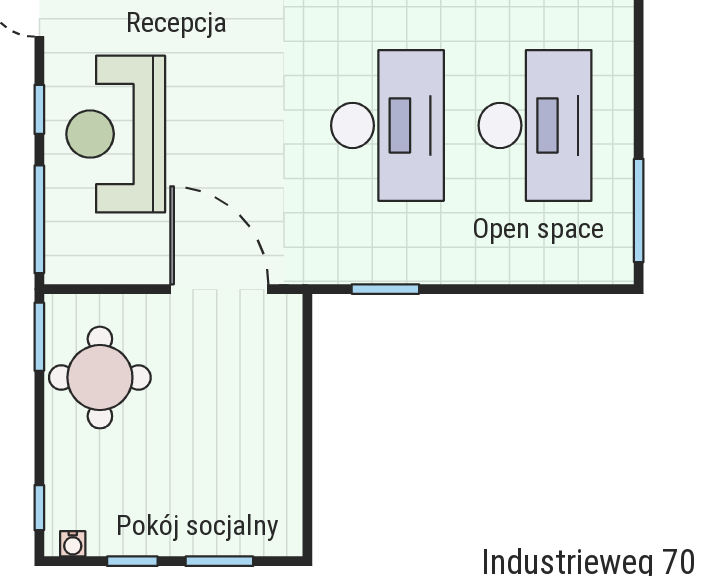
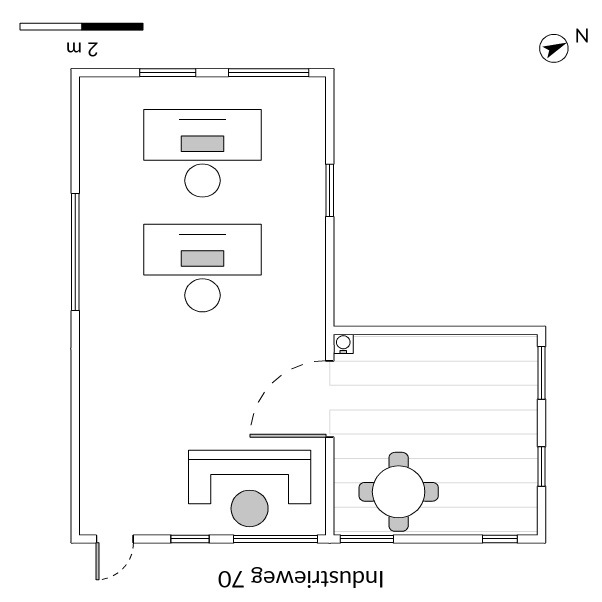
window: (639, 81) -> (168, 73), added
reception desk: (116, 134) -> (250, 489), moved
window: (385, 289) -> (330, 190), moved
water cooler: (73, 544) -> (343, 344), moved, turned -90
window: (219, 561) -> (541, 373), moved

